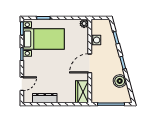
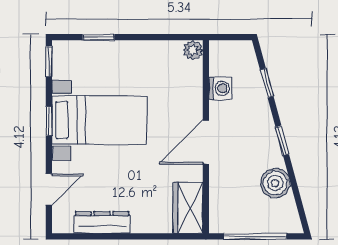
bed with nightstands: (44, 39) -> (99, 120), moved

